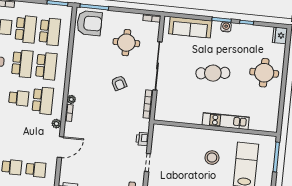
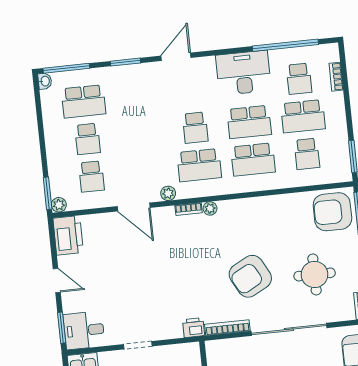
armchair: (89, 23) -> (332, 212), turned 90
school desk: (50, 32) -> (307, 154), width x0.54
armchair: (119, 83) -> (250, 276), width x1.88, depth x1.88
printer: (142, 139) -> (194, 328), moved

